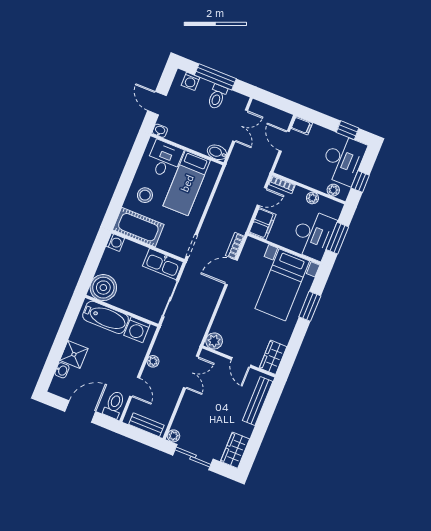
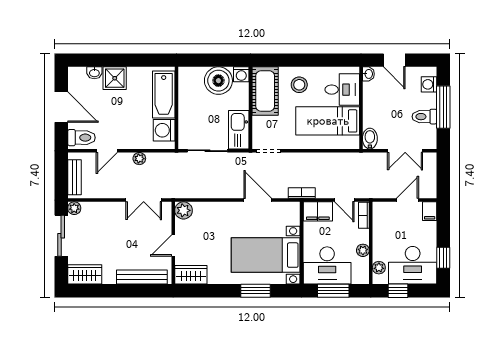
door: (157, 103) -> (394, 60), swing flipped
bookcase: (235, 246) -> (302, 193), moved
boiler: (103, 288) -> (218, 81), moved

